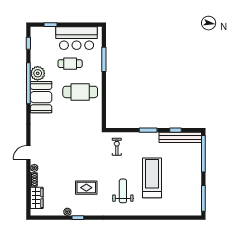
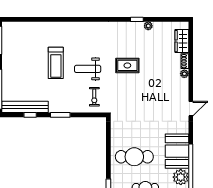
door: (28, 152) -> (191, 109), moved
treadmill: (152, 178) -> (56, 63), width x0.73, depth x0.73
rug: (86, 188) -> (127, 65), moved
weight bench: (123, 191) -> (88, 69), moved, turned 90

